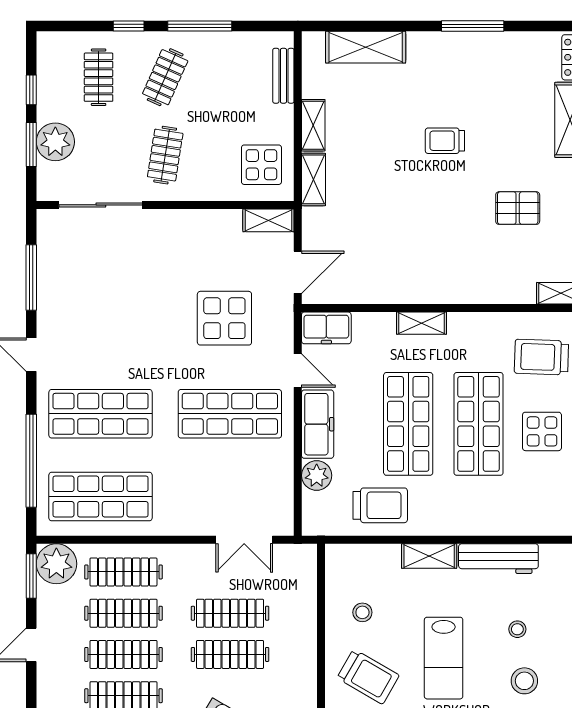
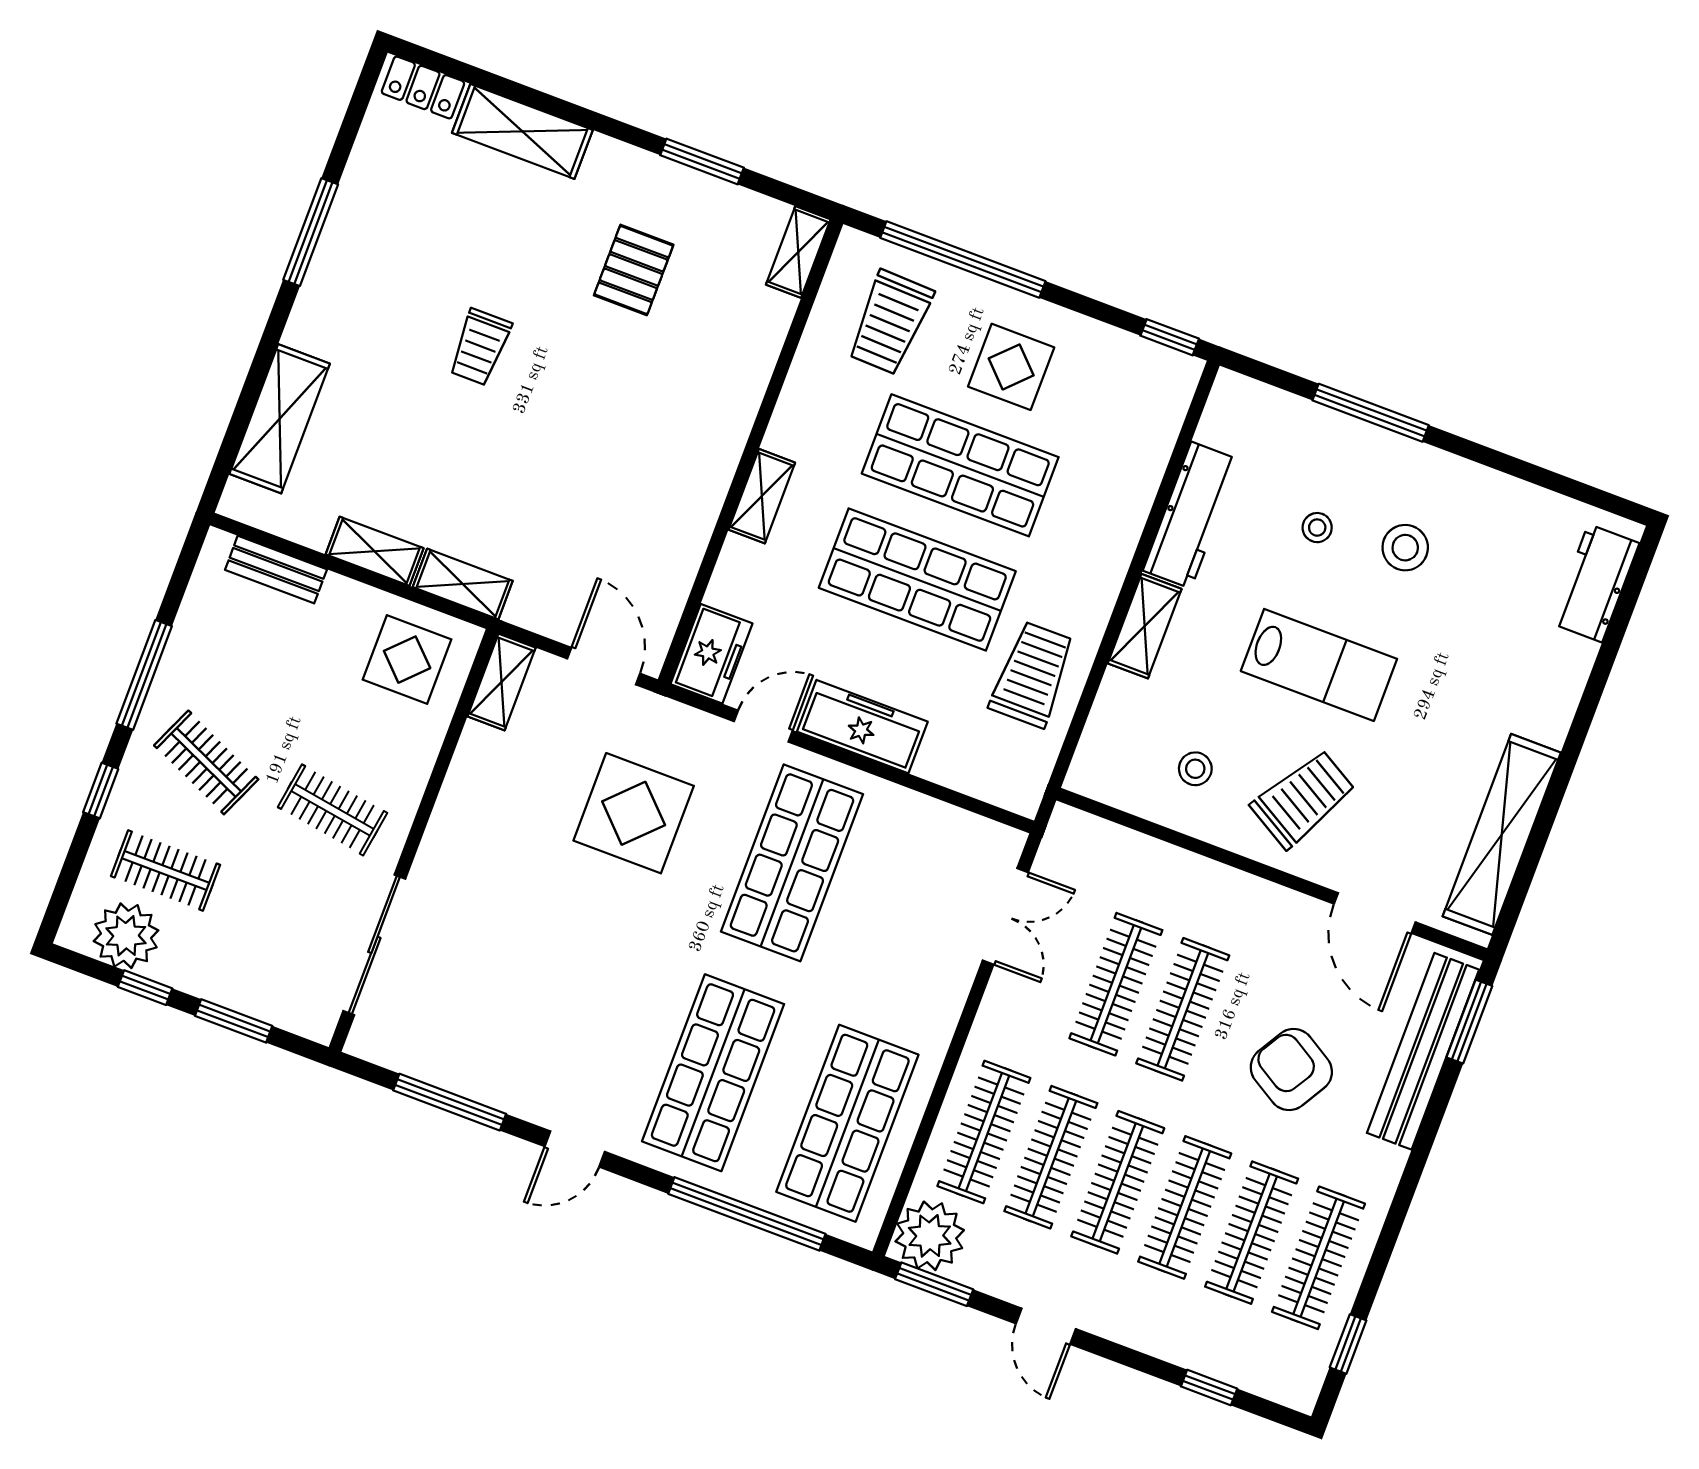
plant: (55, 142) -> (126, 936), moved
plant: (317, 475) -> (945, 760), removed

